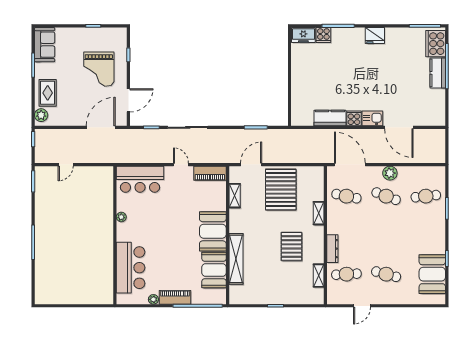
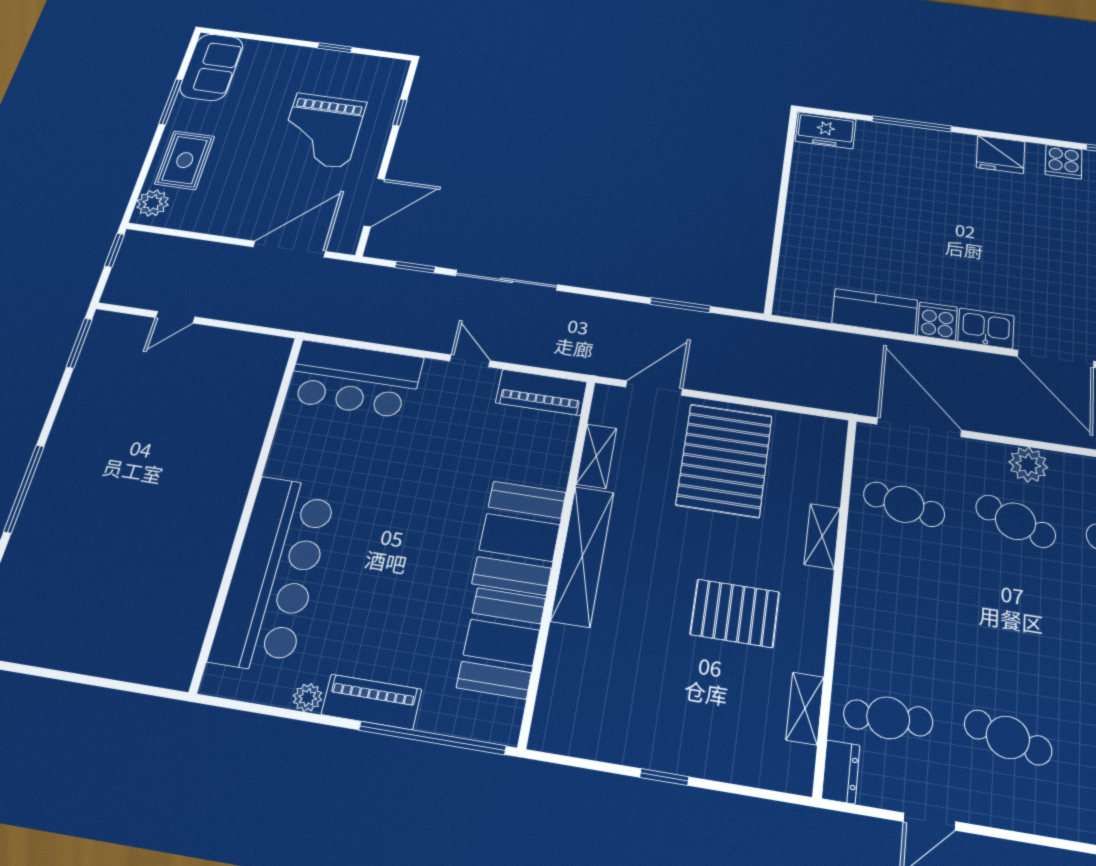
cooker: (323, 35) -> (1064, 162), moved
plant: (121, 217) -> (280, 462), removed
pallet: (292, 246) -> (735, 613), turned 90
dresser: (332, 249) -> (841, 772), moved, width x0.70
shelving: (236, 259) -> (582, 556), moved
bar counter: (131, 268) -> (274, 573), width x1.36

